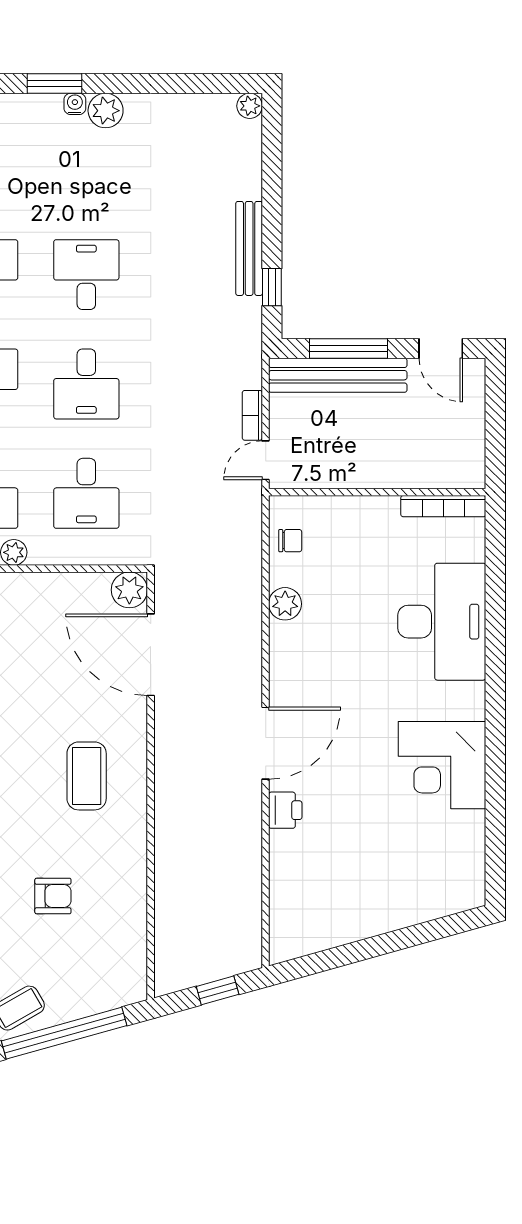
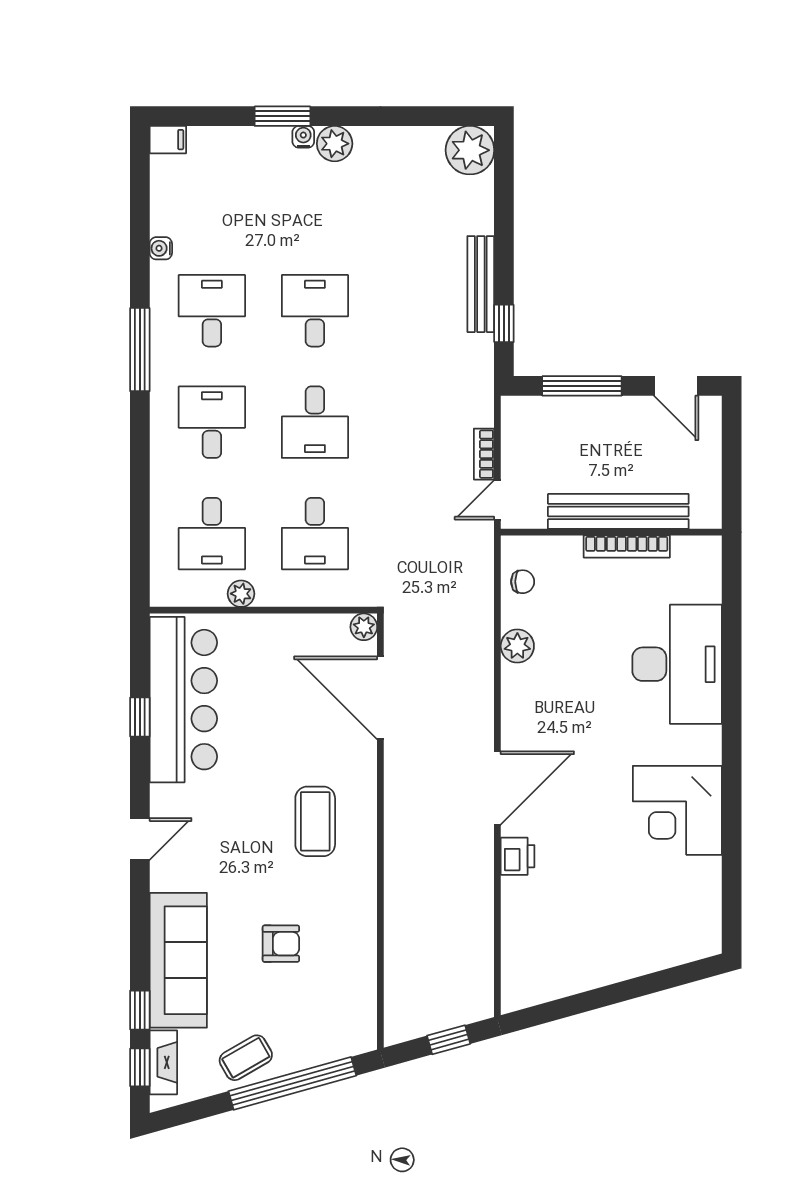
plant: (250, 106) -> (470, 150), width x1.88, depth x1.88
bench: (338, 375) -> (618, 511), moved
bookcase: (443, 506) -> (627, 547), moved
plant: (129, 590) -> (364, 627), width x0.73, depth x0.73

